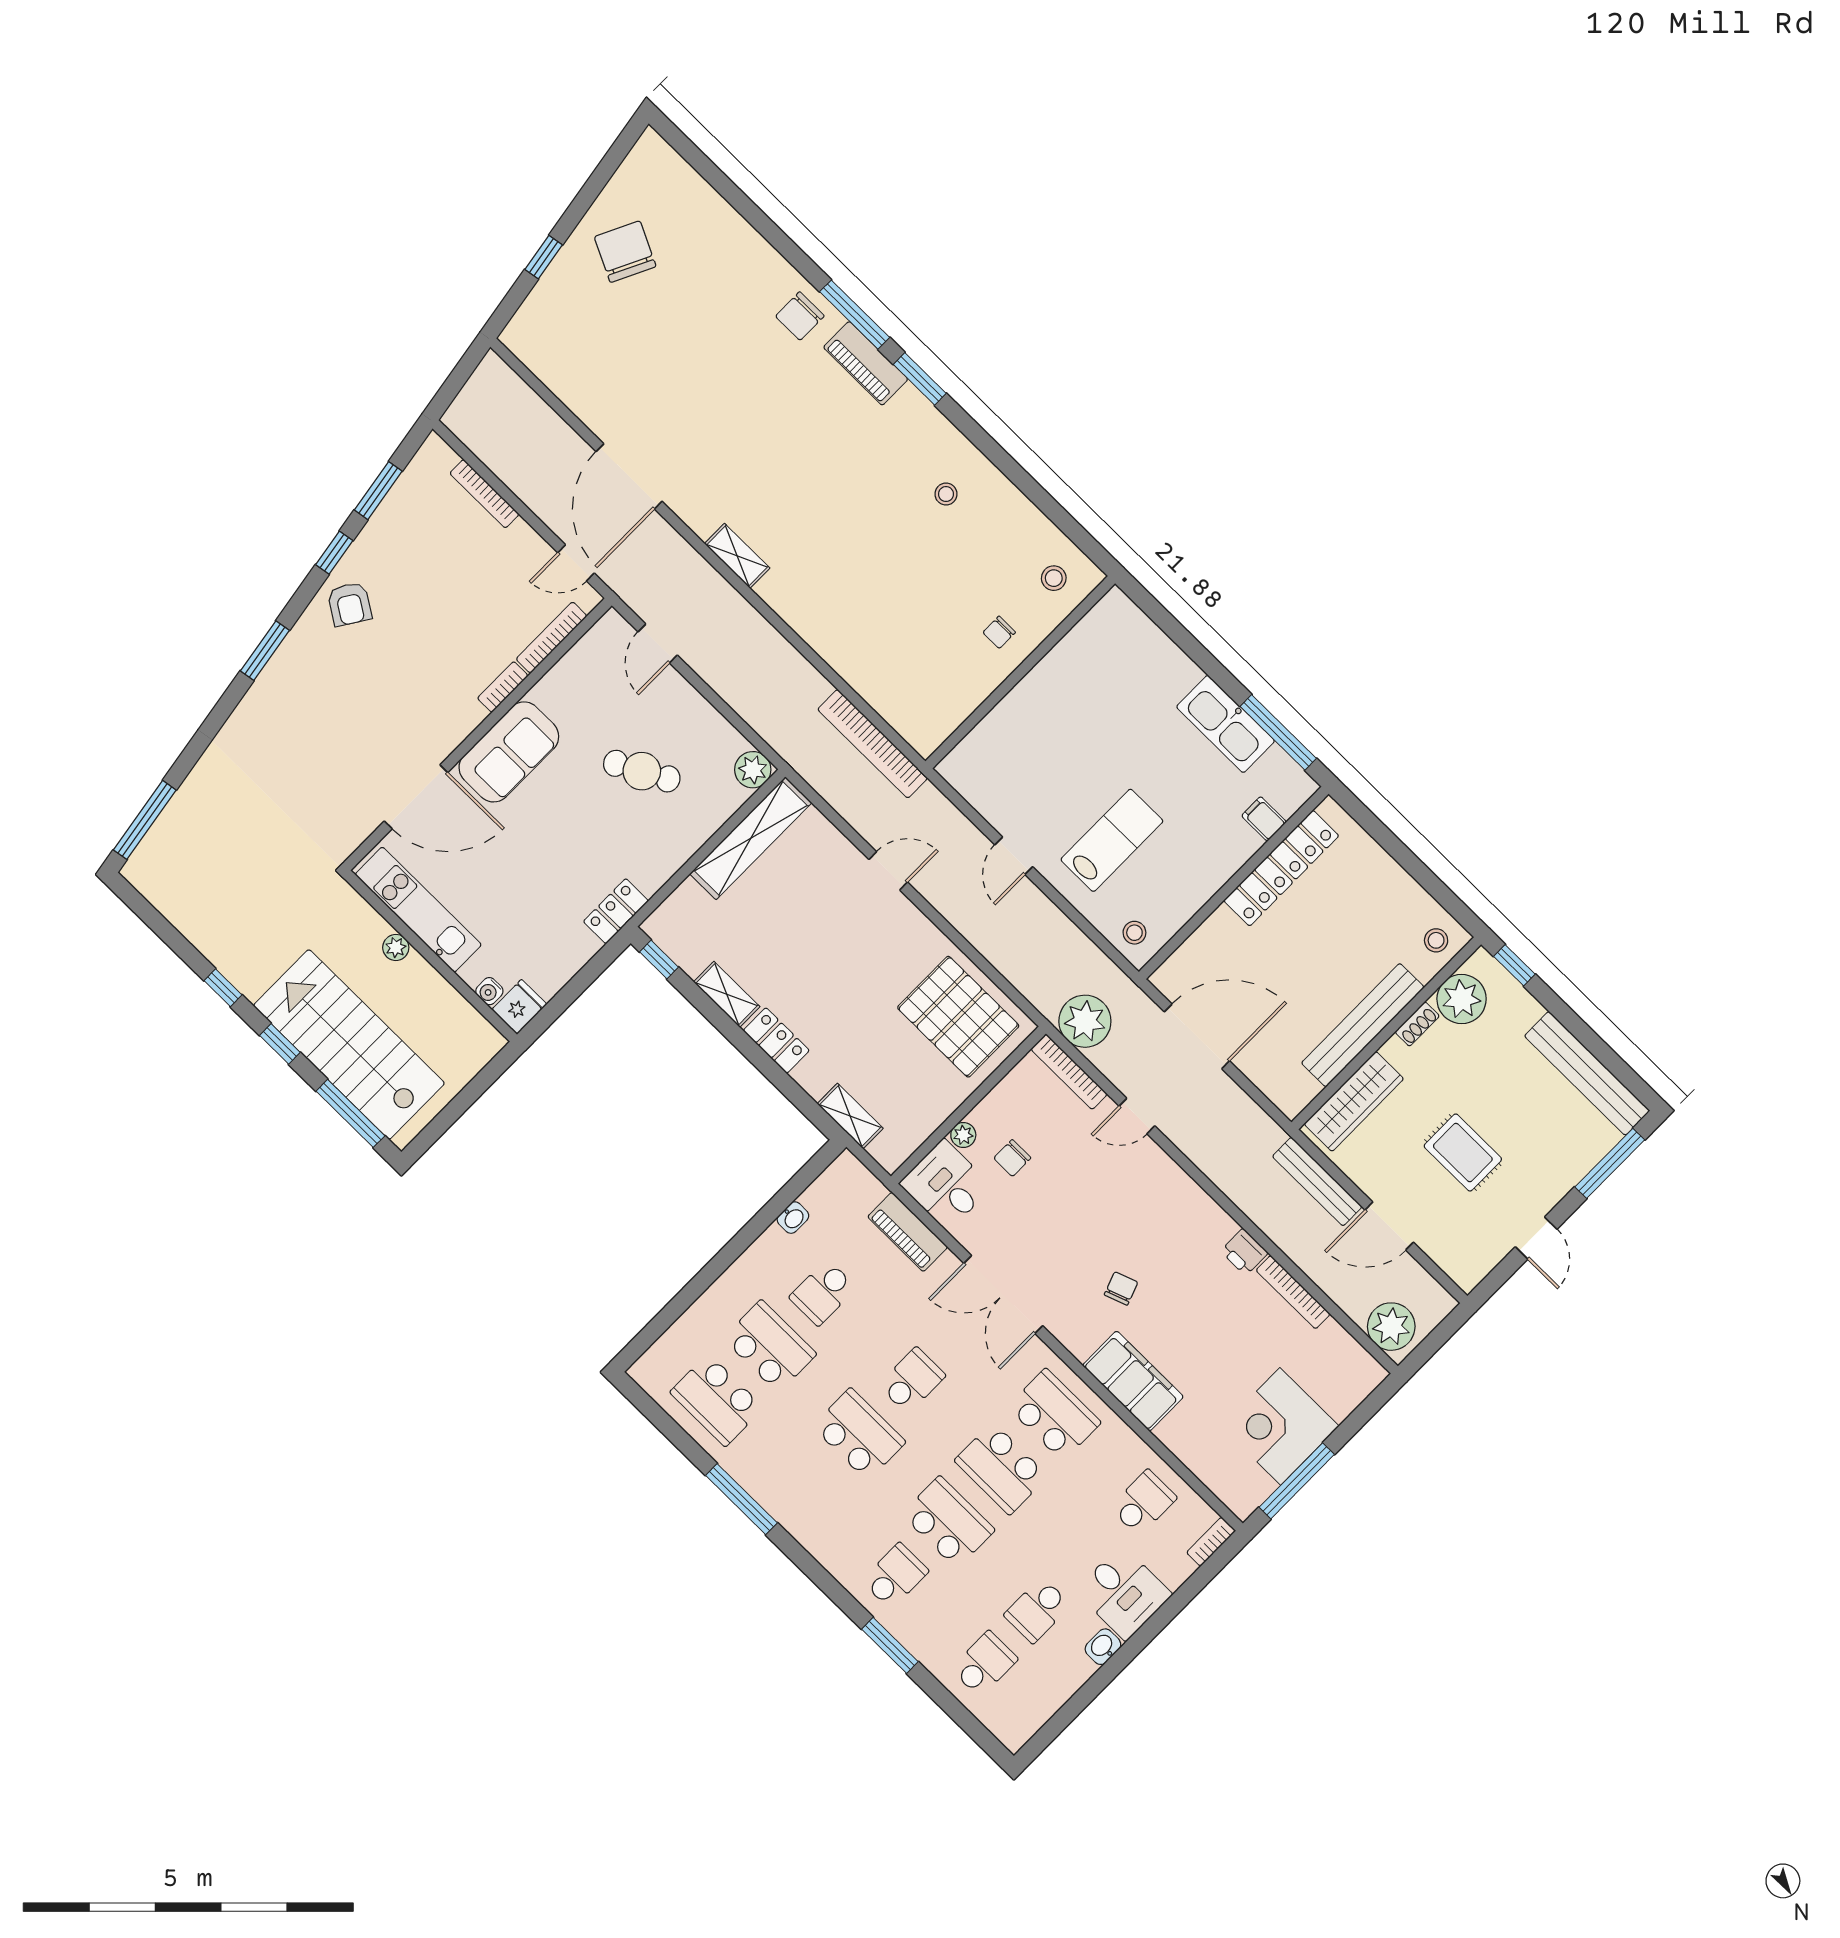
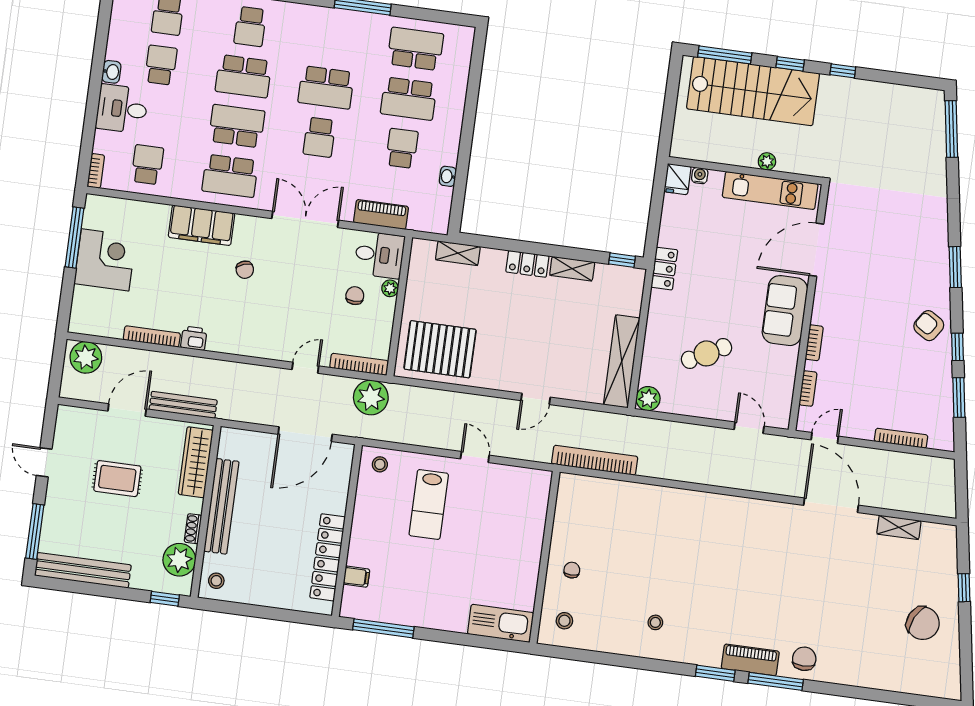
shelving: (737, 556) -> (899, 527), moved
bookcase: (552, 638) -> (808, 389), width x0.64
kitchen sink: (1226, 724) -> (501, 623), moved
school desk: (1143, 1503) -> (147, 165), turned 180

